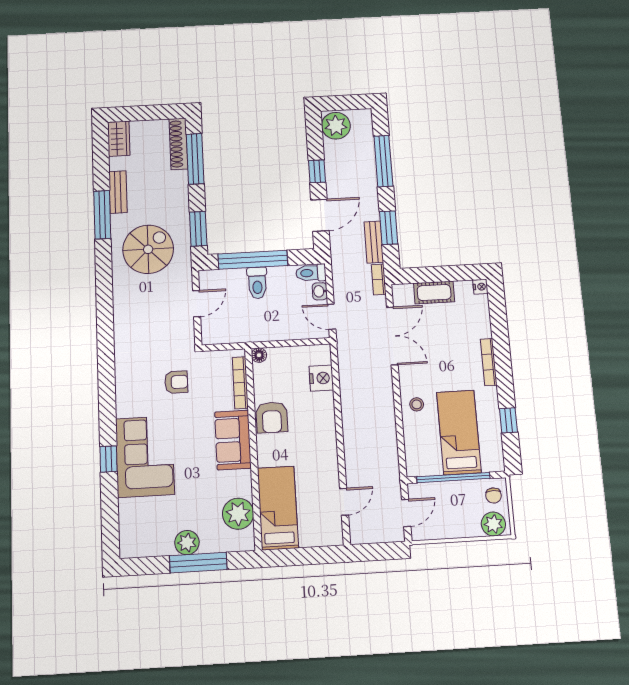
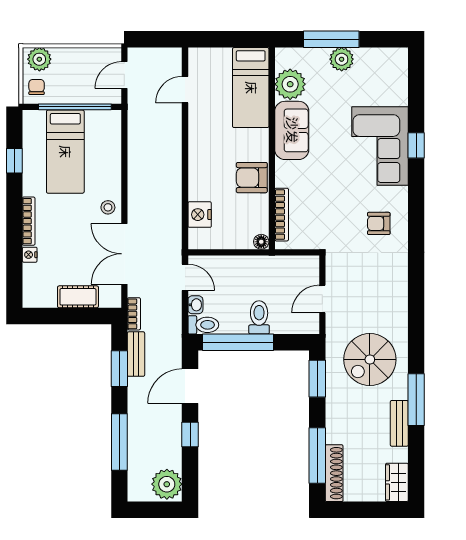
window: (253, 260) -> (238, 342), moved
nightstand: (480, 287) -> (30, 255), moved
armchair: (176, 382) -> (379, 223), moved
stool: (417, 404) -> (108, 207), moved
armchair: (272, 417) -> (252, 178), turned -90
sofa: (233, 440) -> (292, 130), moved

